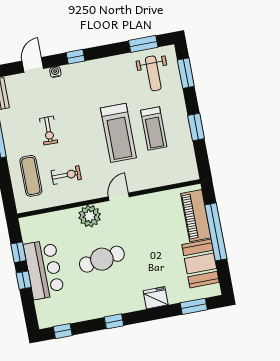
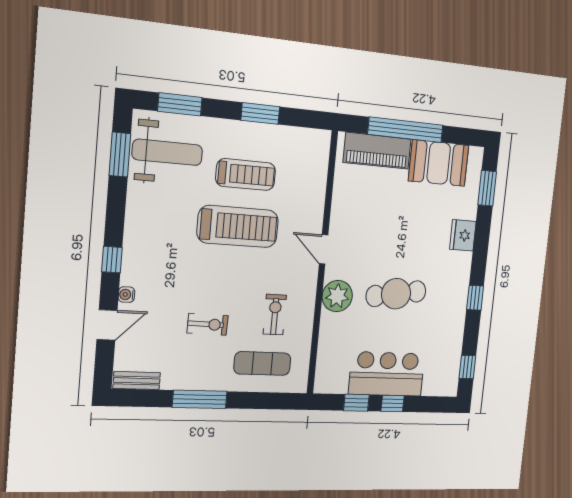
door: (33, 65) -> (107, 325), swing flipped
weight bench: (153, 73) -> (167, 152), width x1.36, depth x1.33
cafe table: (102, 259) -> (396, 294), turned 90

